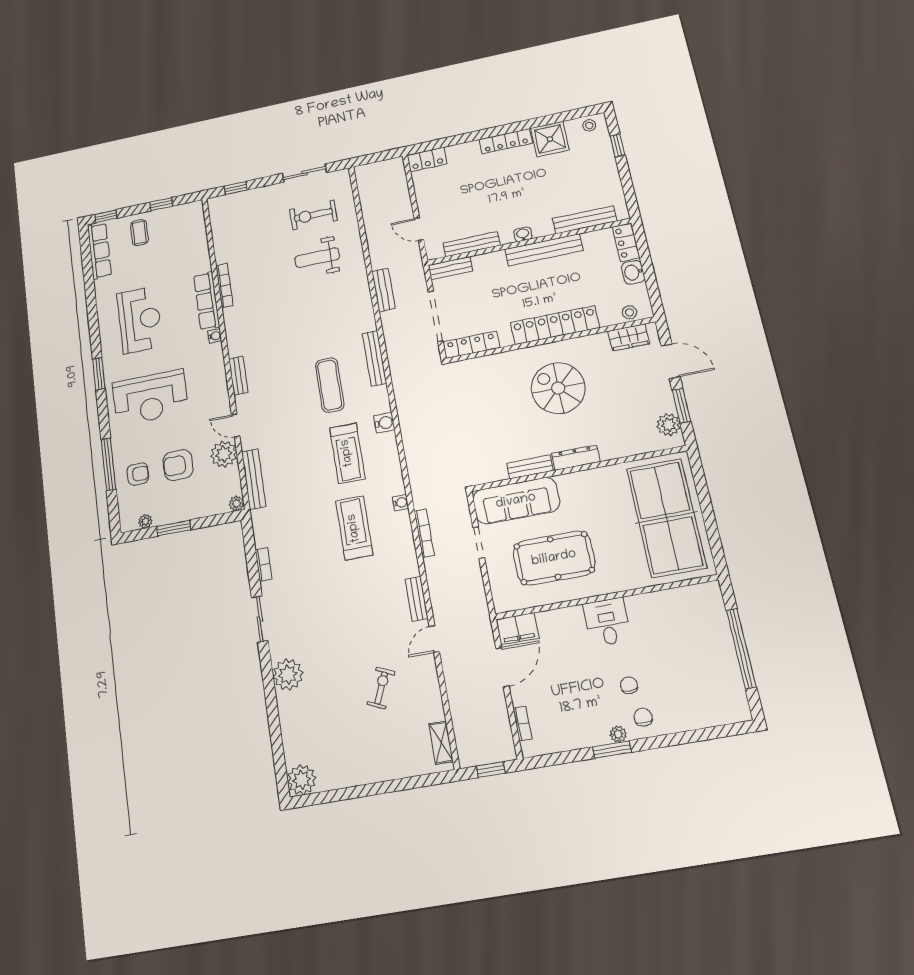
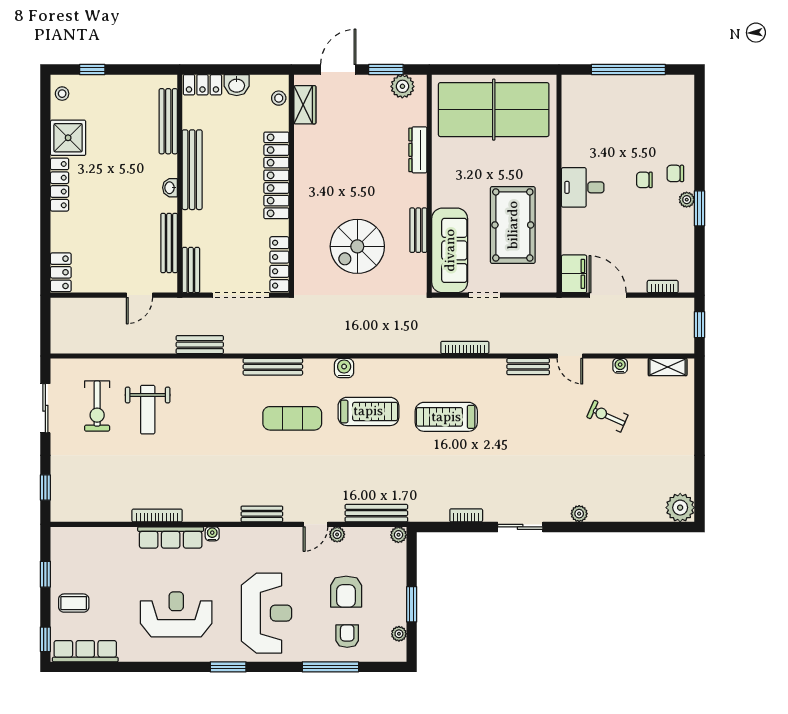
spiral stairs: (558, 388) -> (357, 246), moved
plant: (224, 454) -> (337, 534), width x0.53, depth x0.53
dresser: (576, 458) -> (418, 150), moved
water cooler: (401, 503) -> (620, 366), moved
plant: (288, 675) -> (579, 514), width x0.53, depth x0.53

